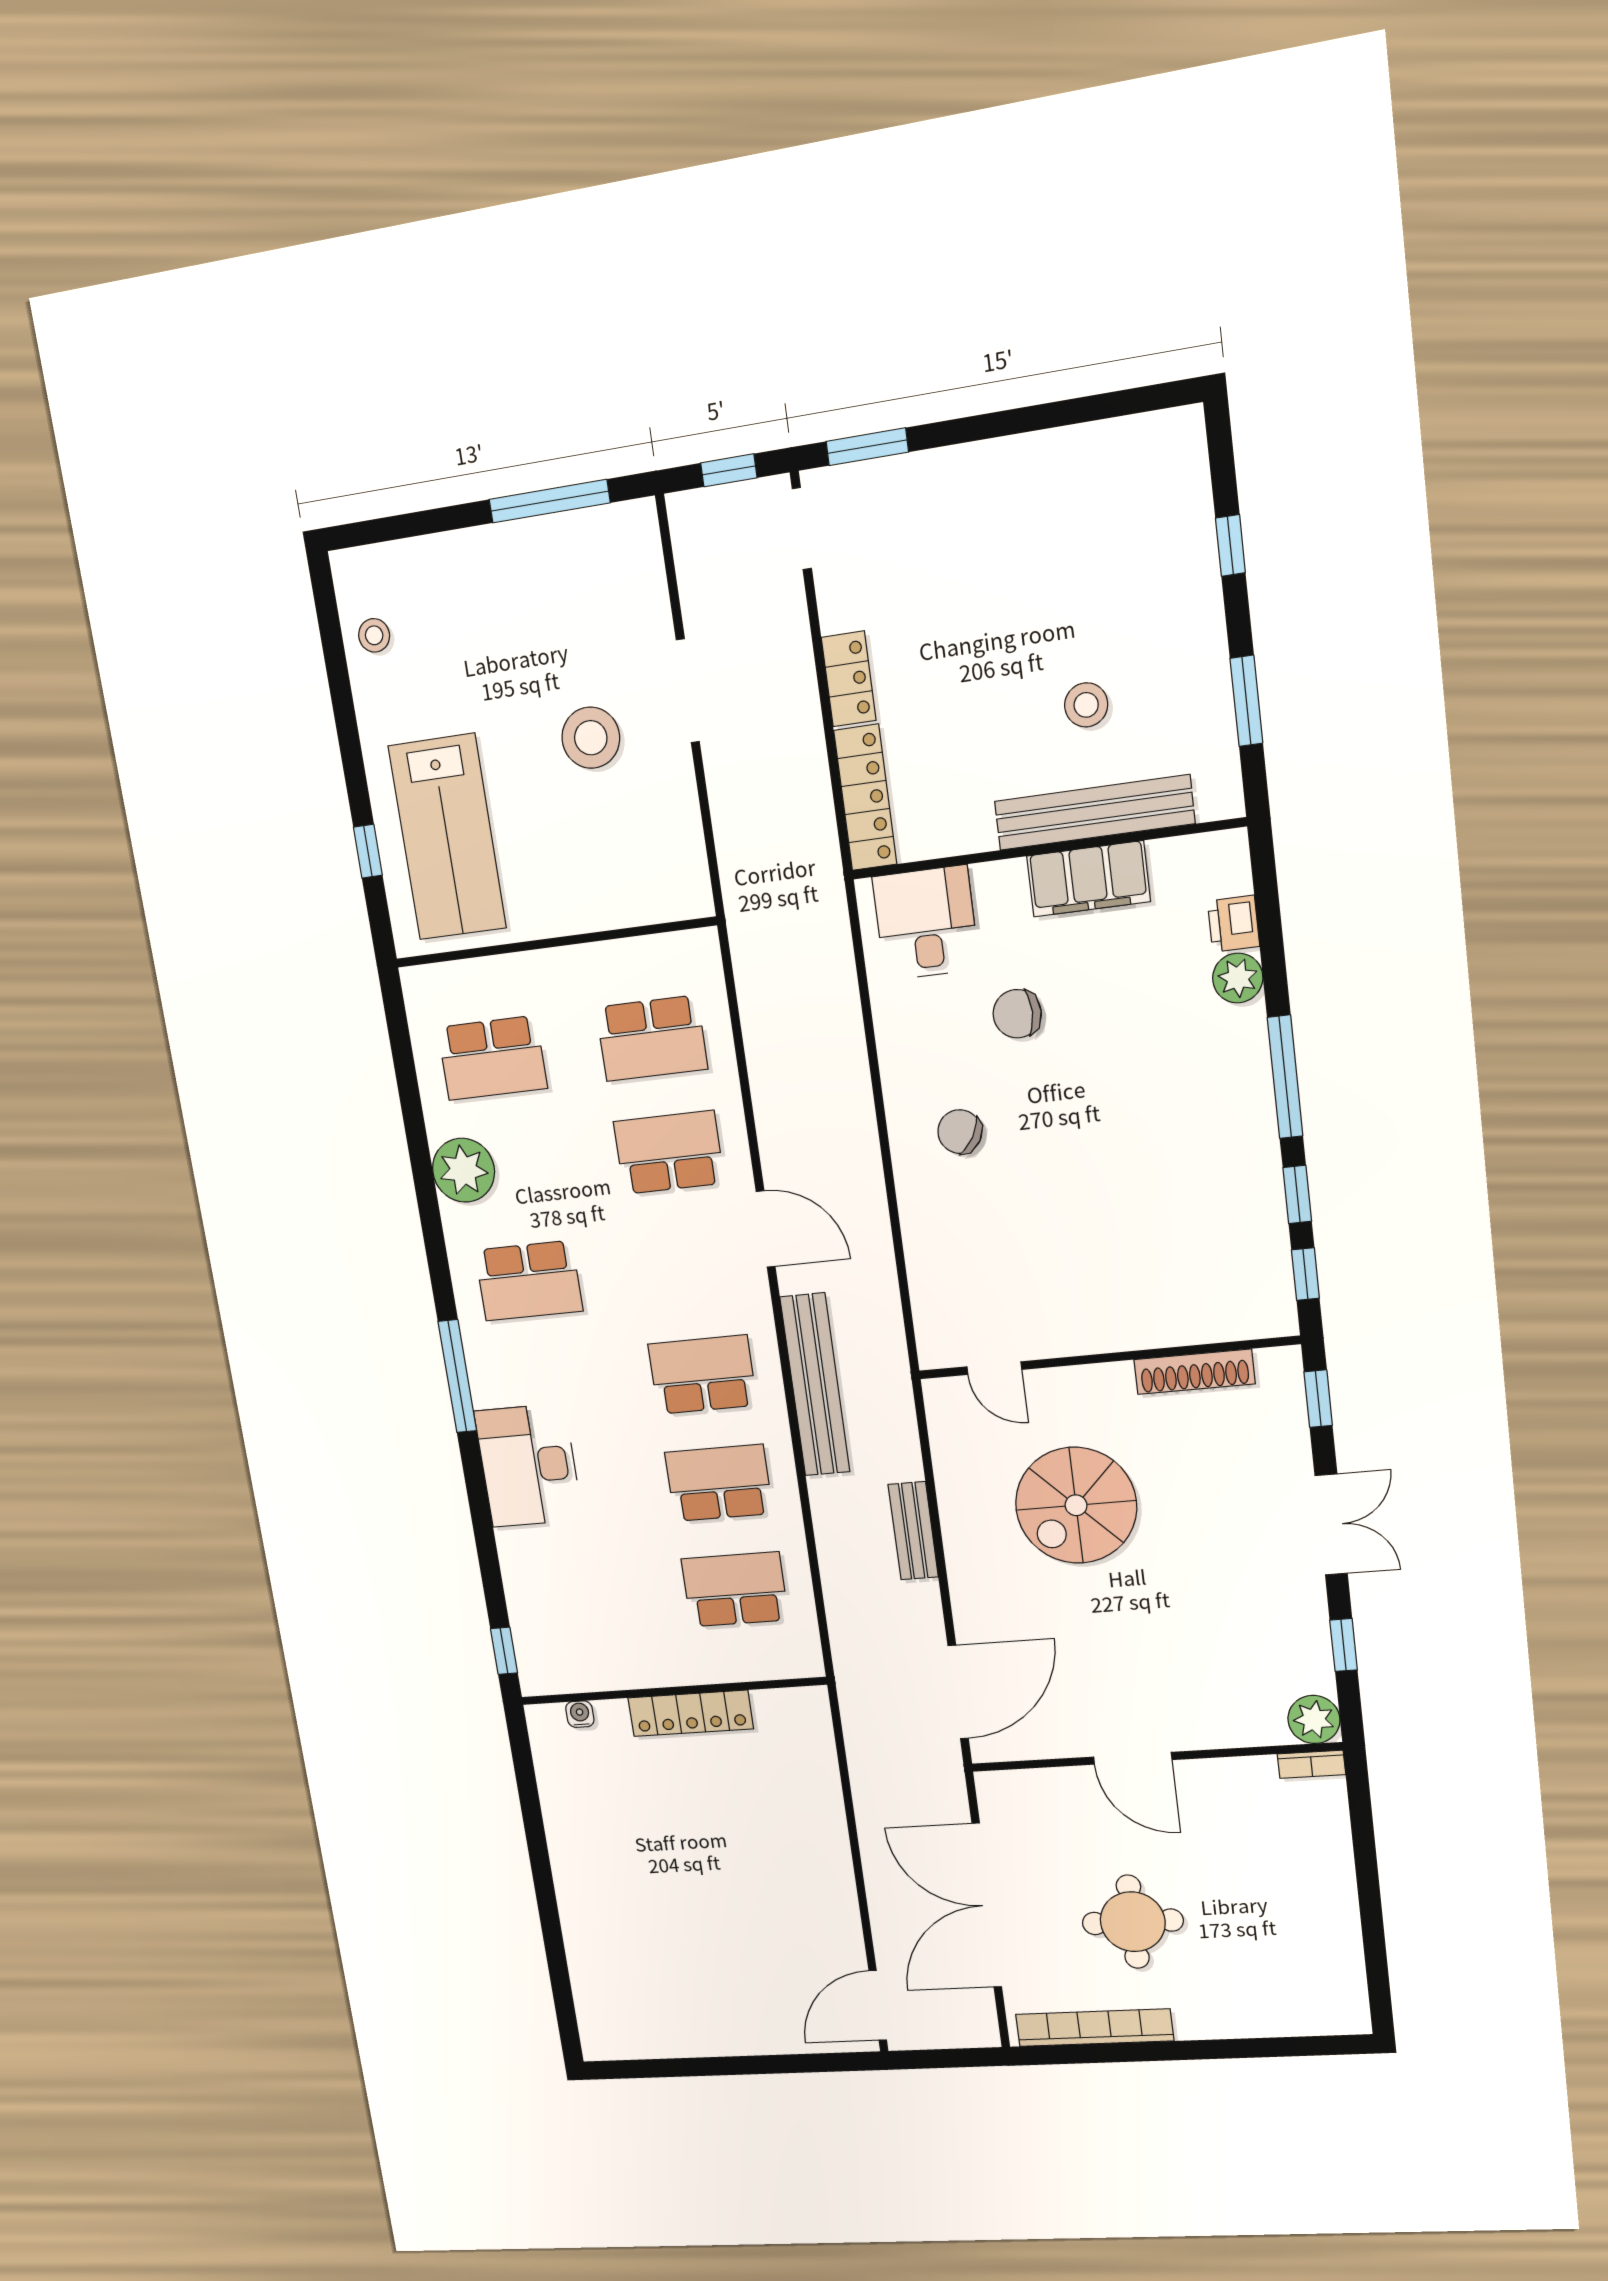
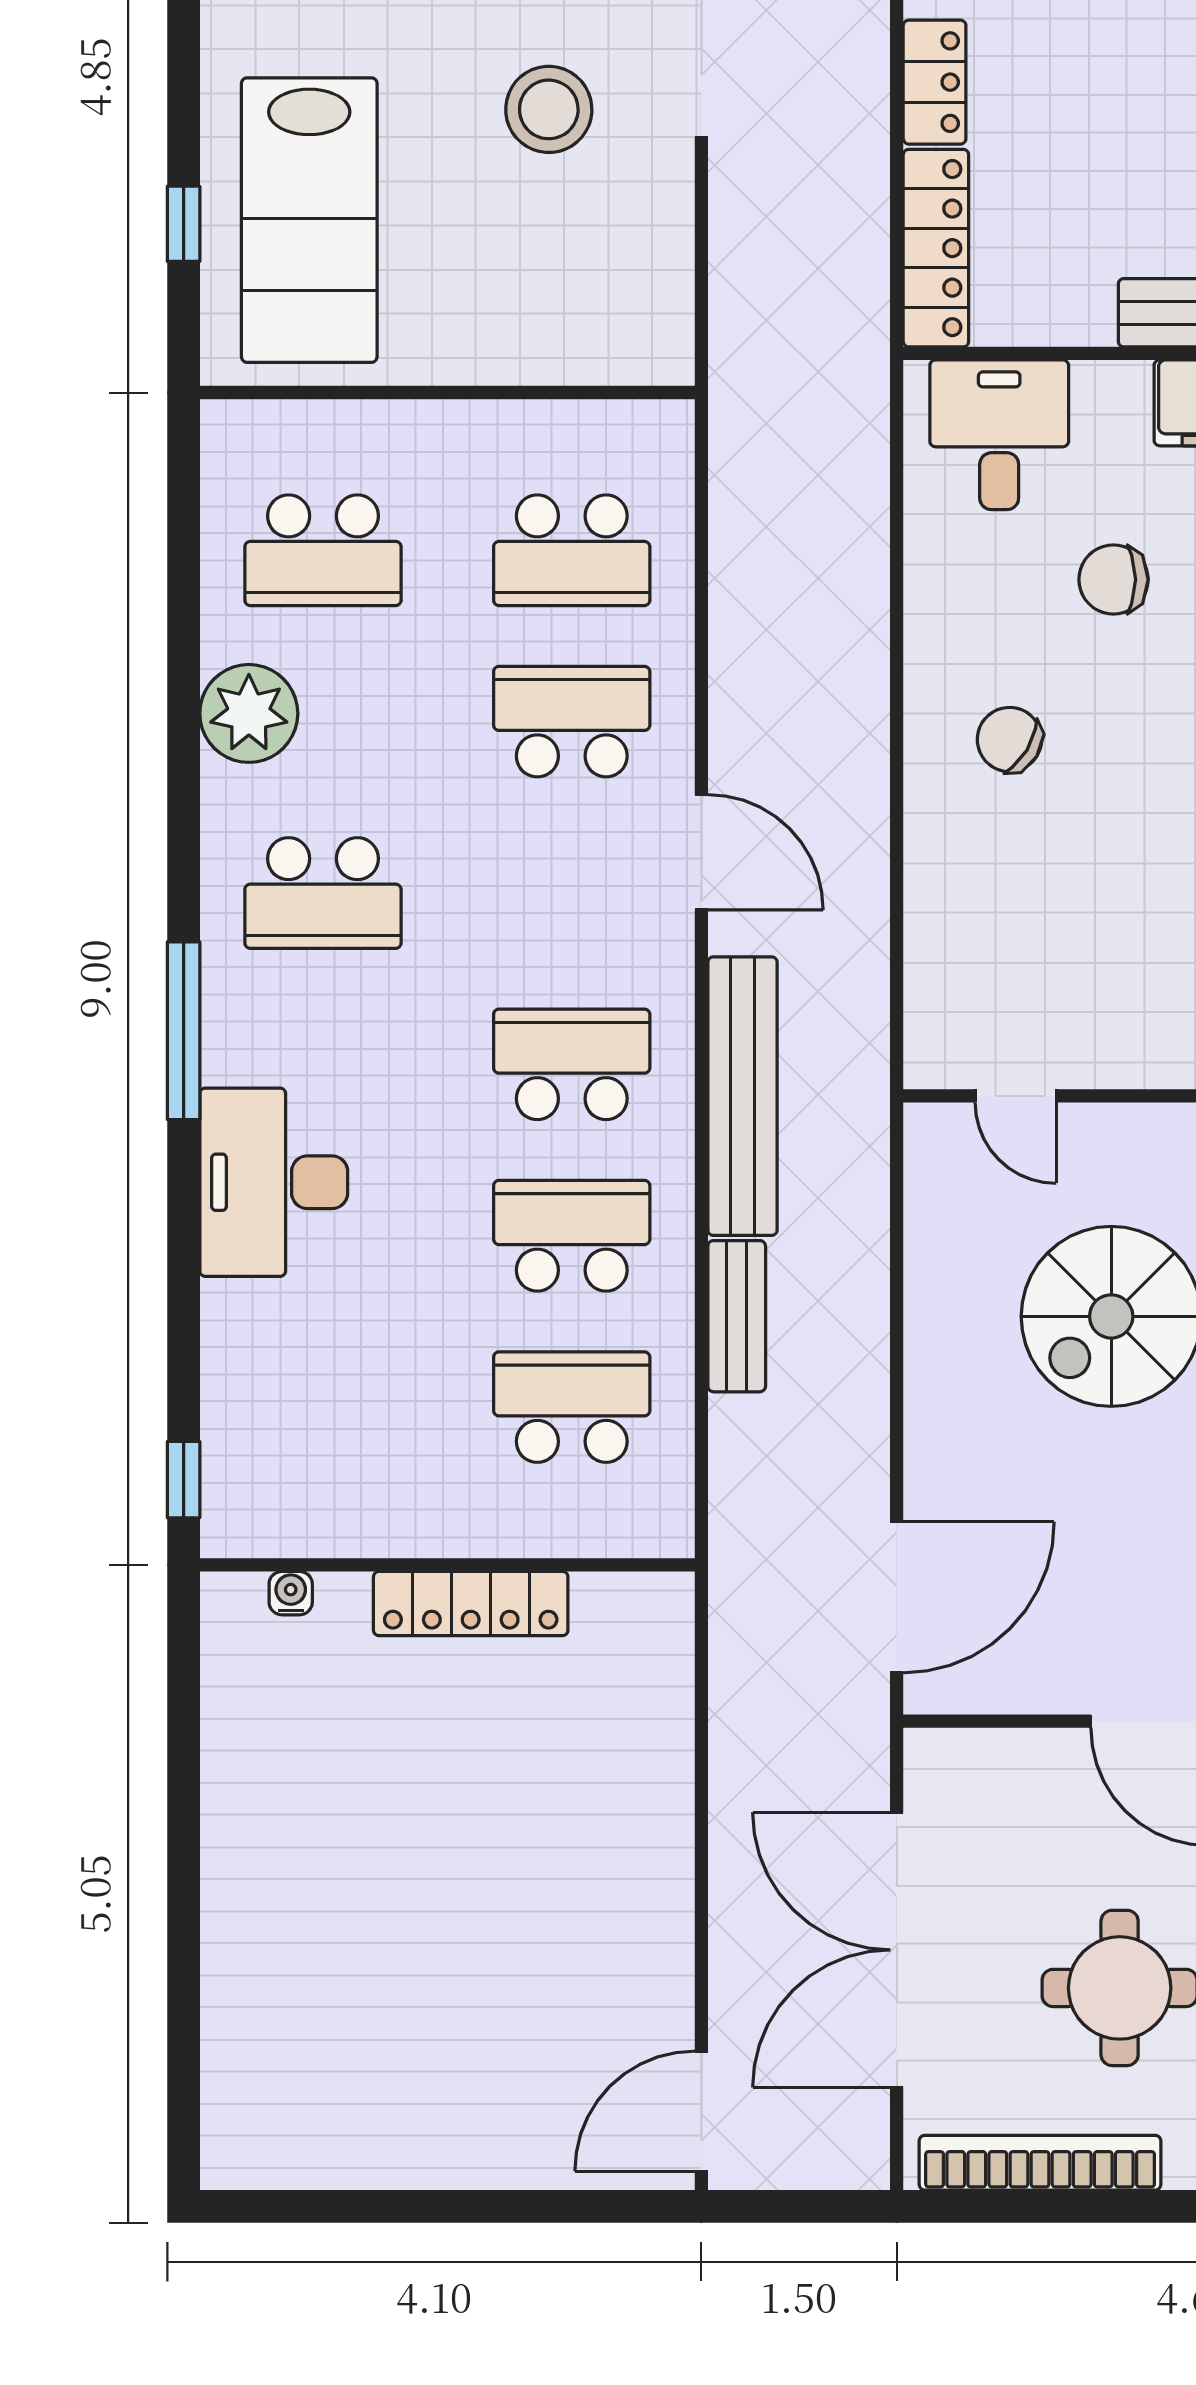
bench: (913, 1531) -> (737, 1316), moved

